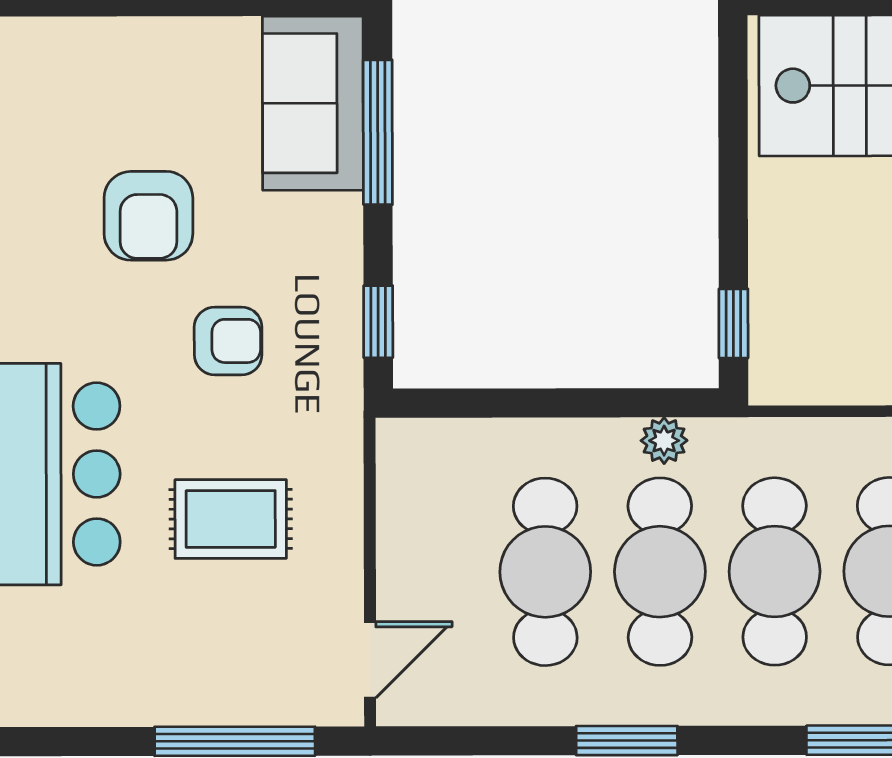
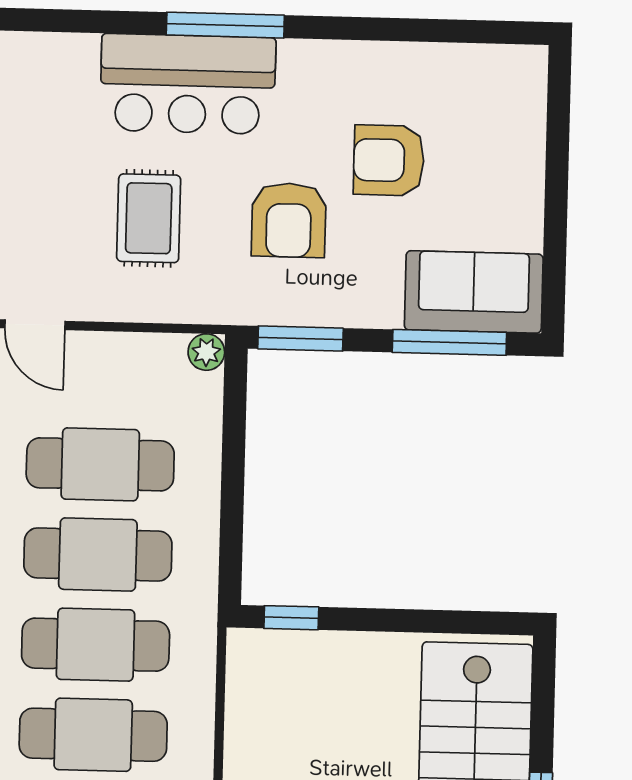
window: (378, 322) -> (301, 339), width x1.50
armchair: (228, 341) -> (289, 220), width x1.38, depth x1.38
plant: (664, 441) -> (206, 352), moved

